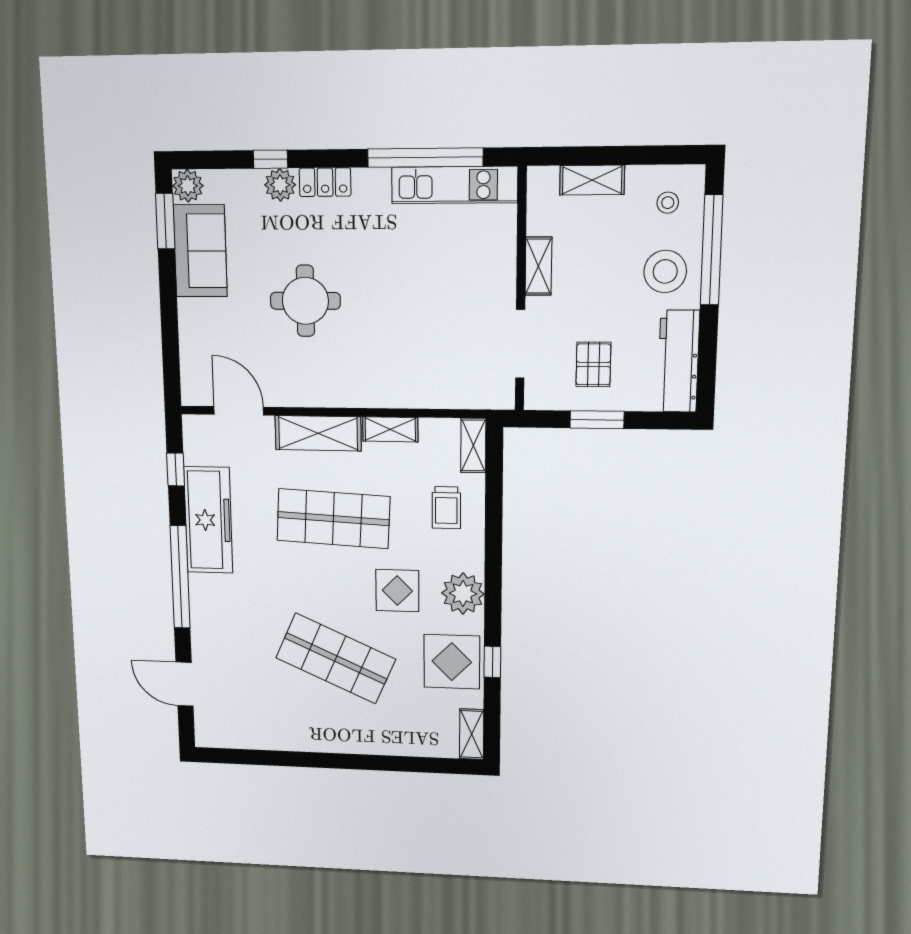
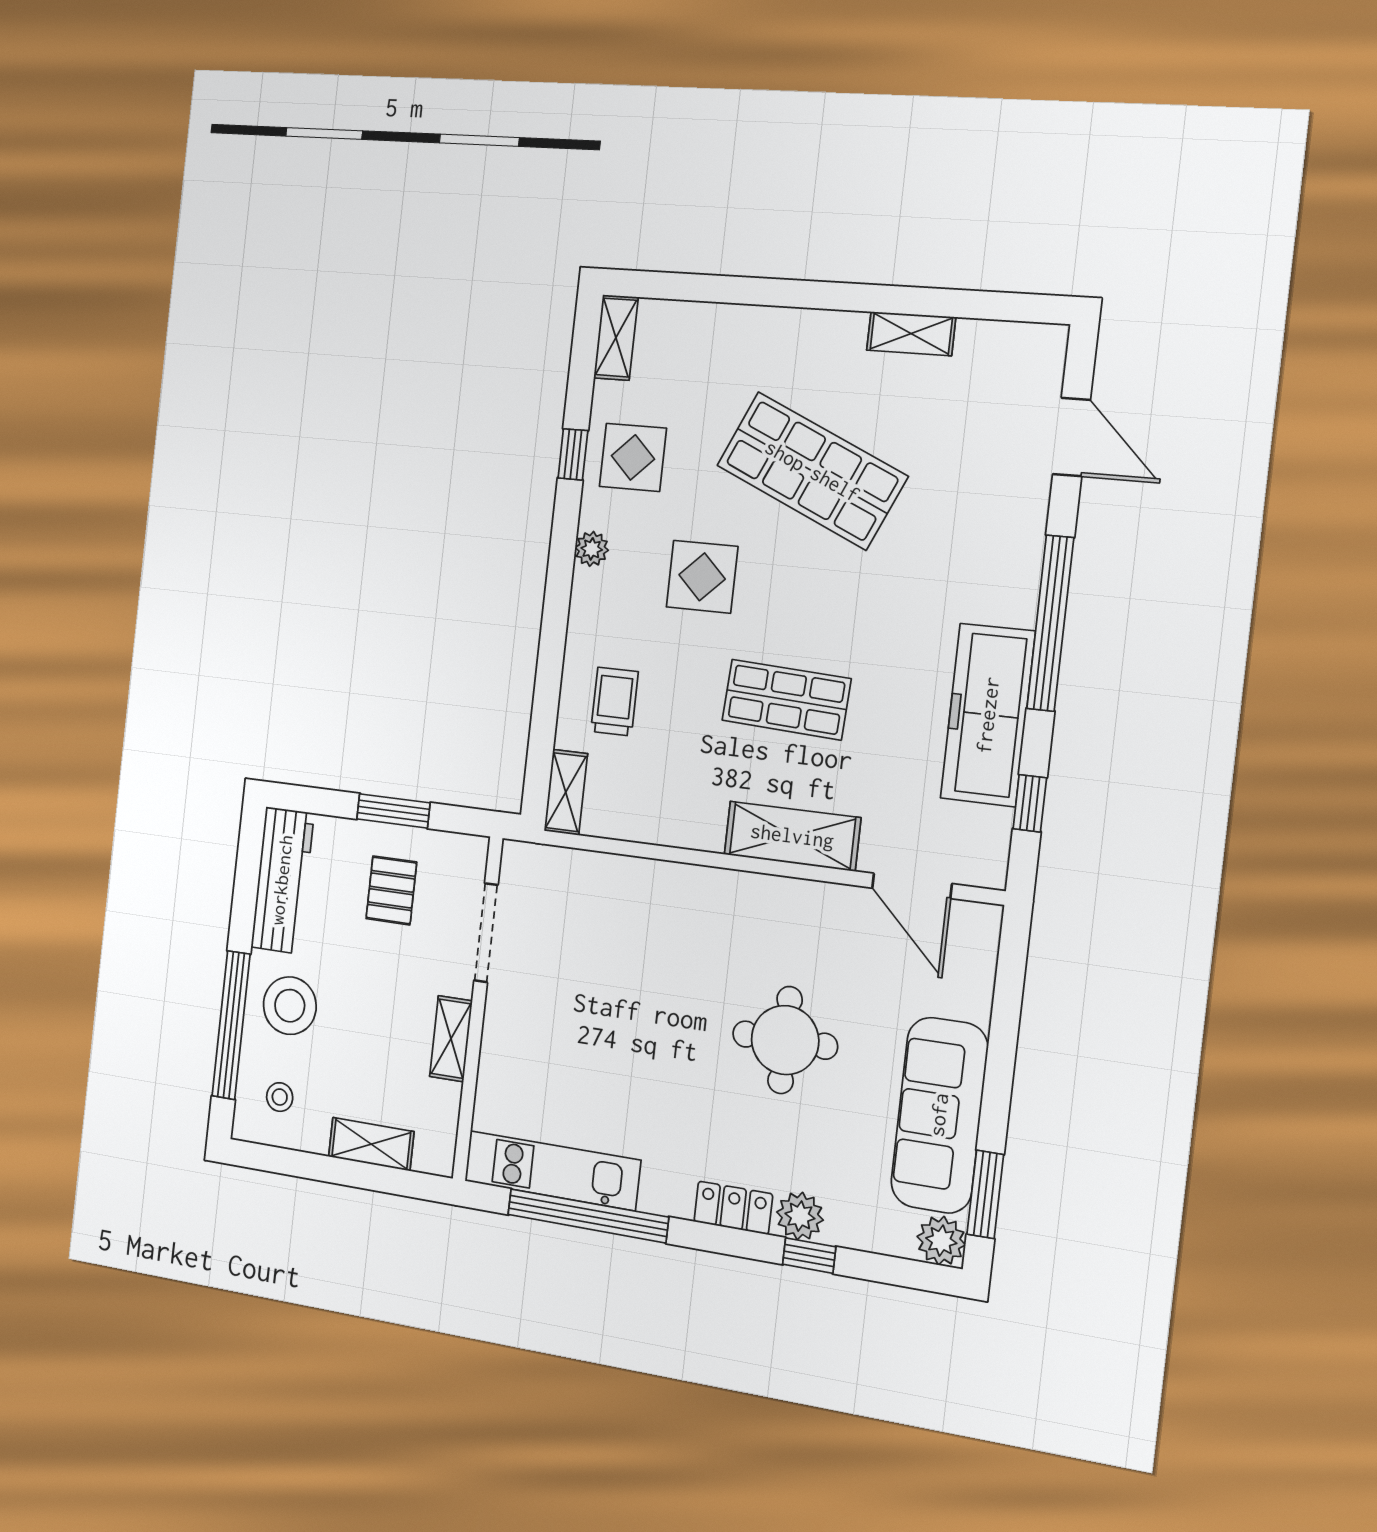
sofa: (200, 251) -> (939, 1115), width x1.36
shelving: (390, 429) -> (911, 334), moved
shop shelf: (333, 519) -> (786, 700), width x0.70, depth x0.74
plant: (463, 593) -> (592, 549), width x0.53, depth x0.53
display table: (452, 662) -> (633, 457), width x0.73, depth x0.73

